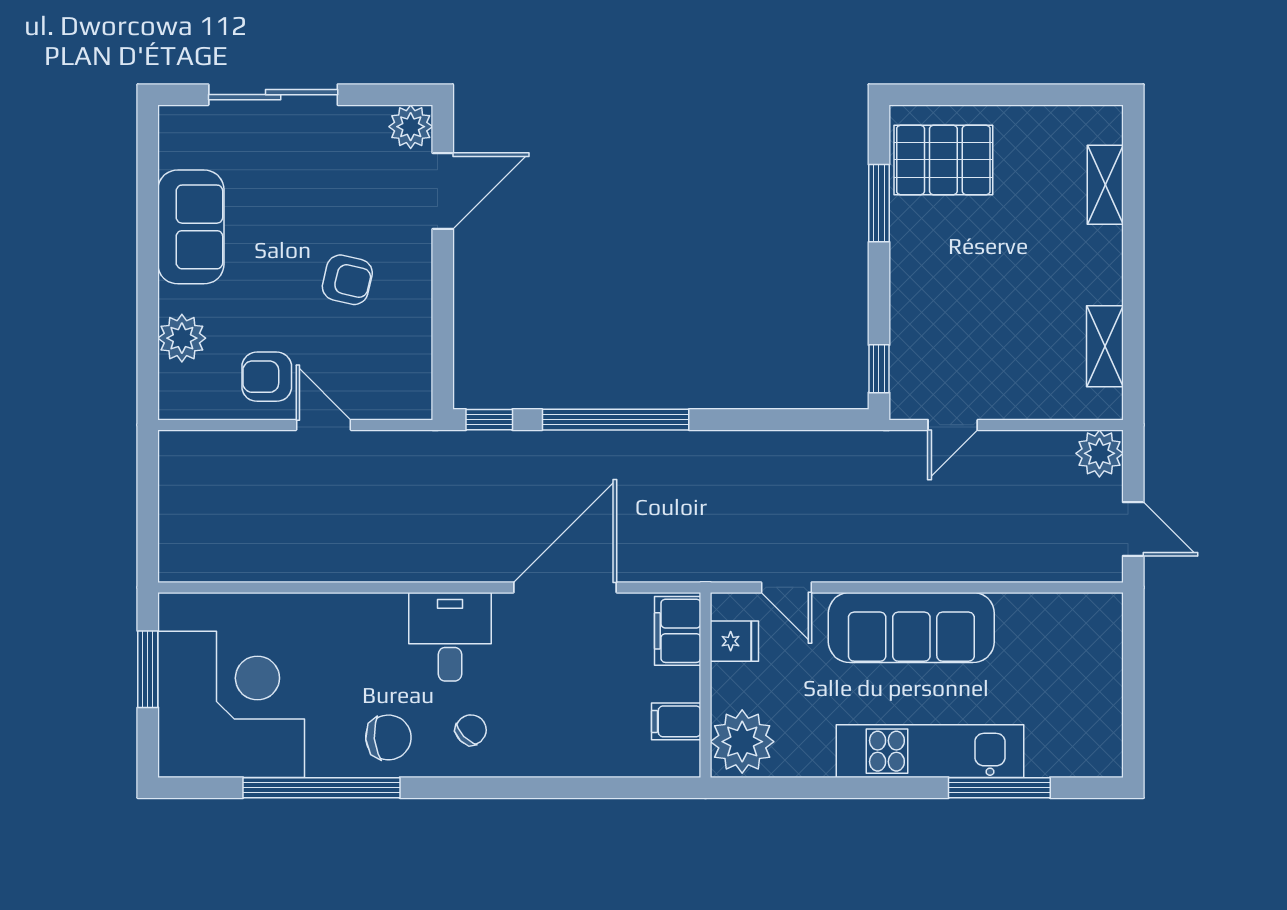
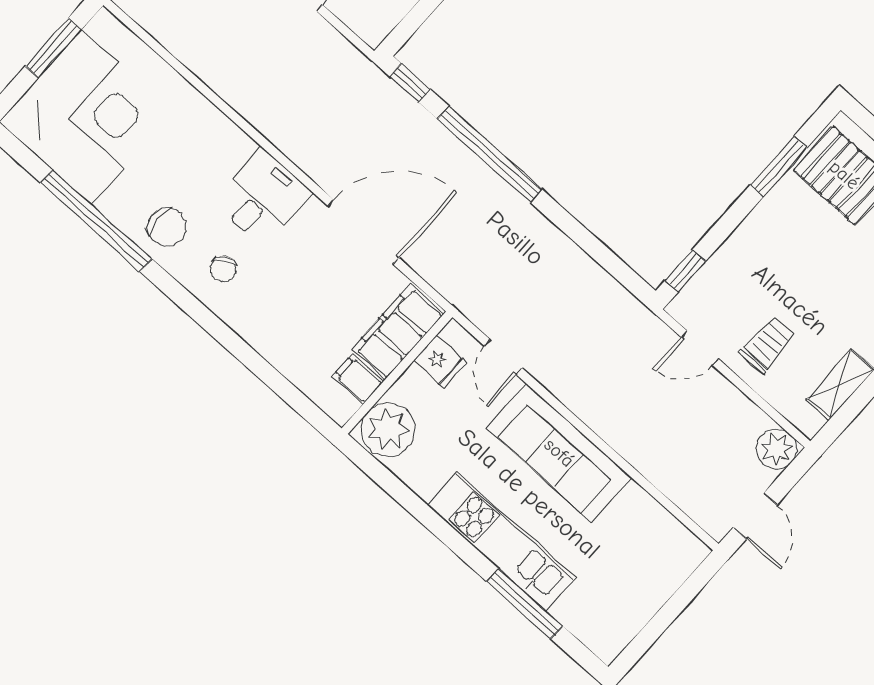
trolley: (1009, 368) -> (768, 344), added
filing cabinet: (678, 631) -> (398, 332), width x1.50, depth x1.17
chair: (471, 730) -> (223, 269), turned 102

